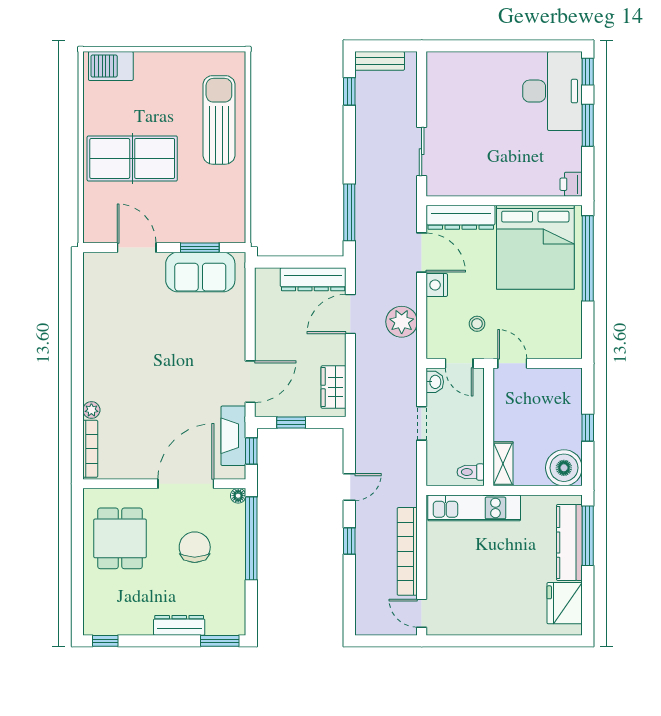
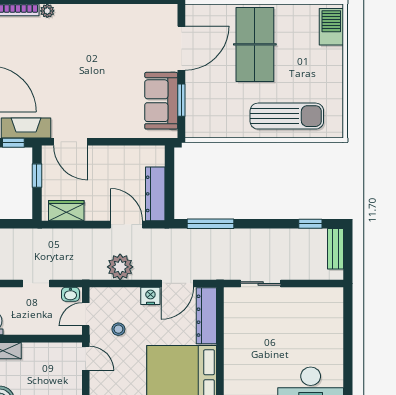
door: (137, 248) -> (181, 48), width x1.36
door: (512, 363) -> (86, 358), hinge flipped

